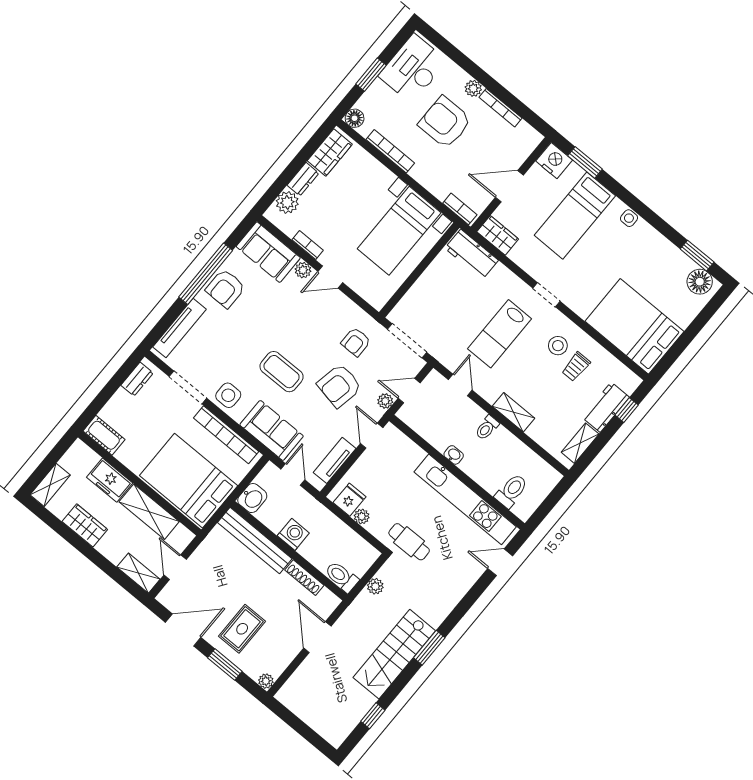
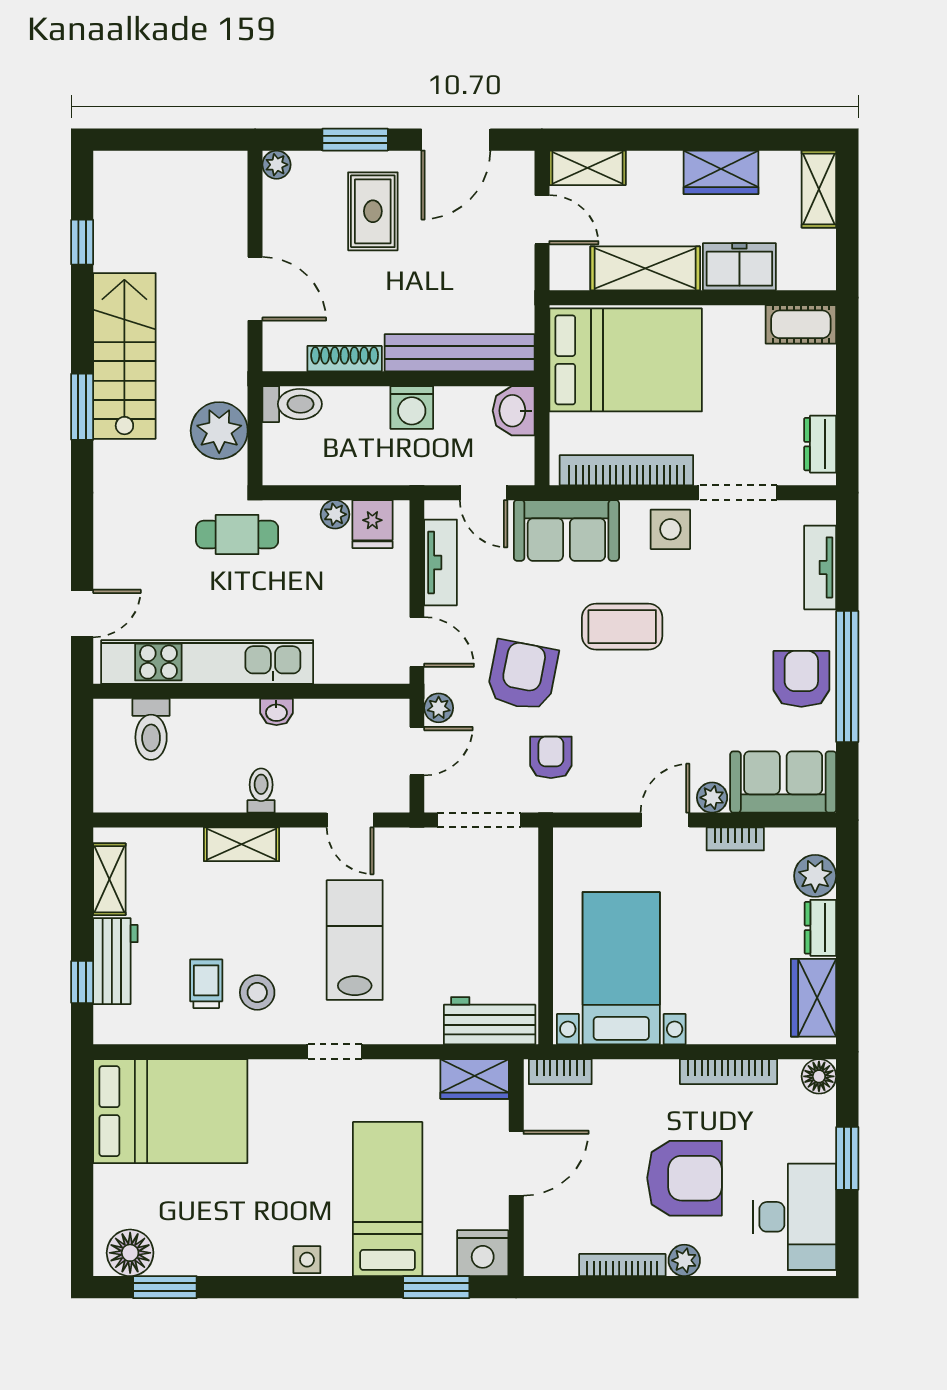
tv unit: (179, 328) -> (820, 567), width x0.71
plant: (375, 586) -> (219, 431), width x1.87, depth x1.87

